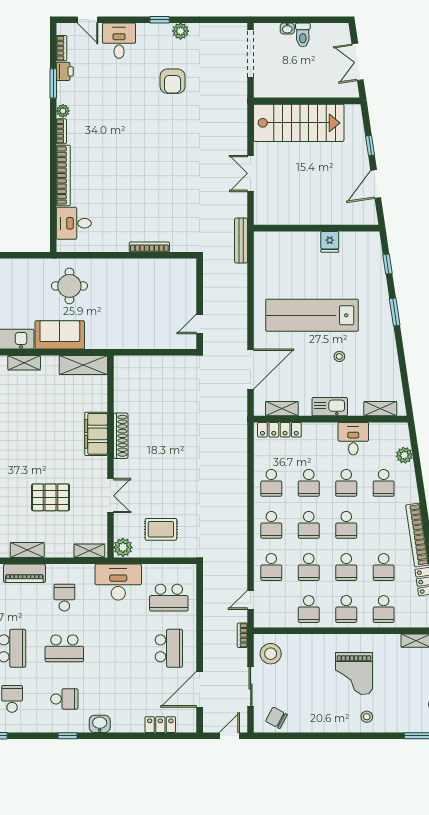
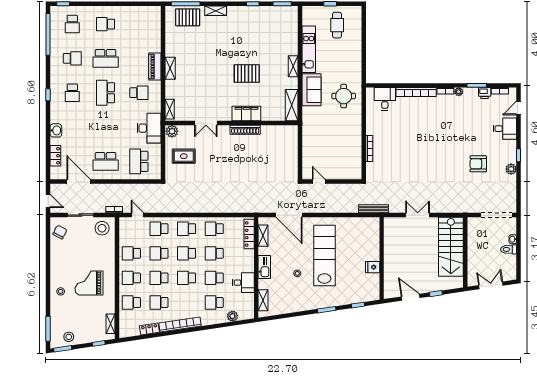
pallet: (51, 497) -> (247, 74), moved, turned 90
rug: (161, 529) -> (184, 156), turned 90
washbasin: (100, 724) -> (56, 130), moved

